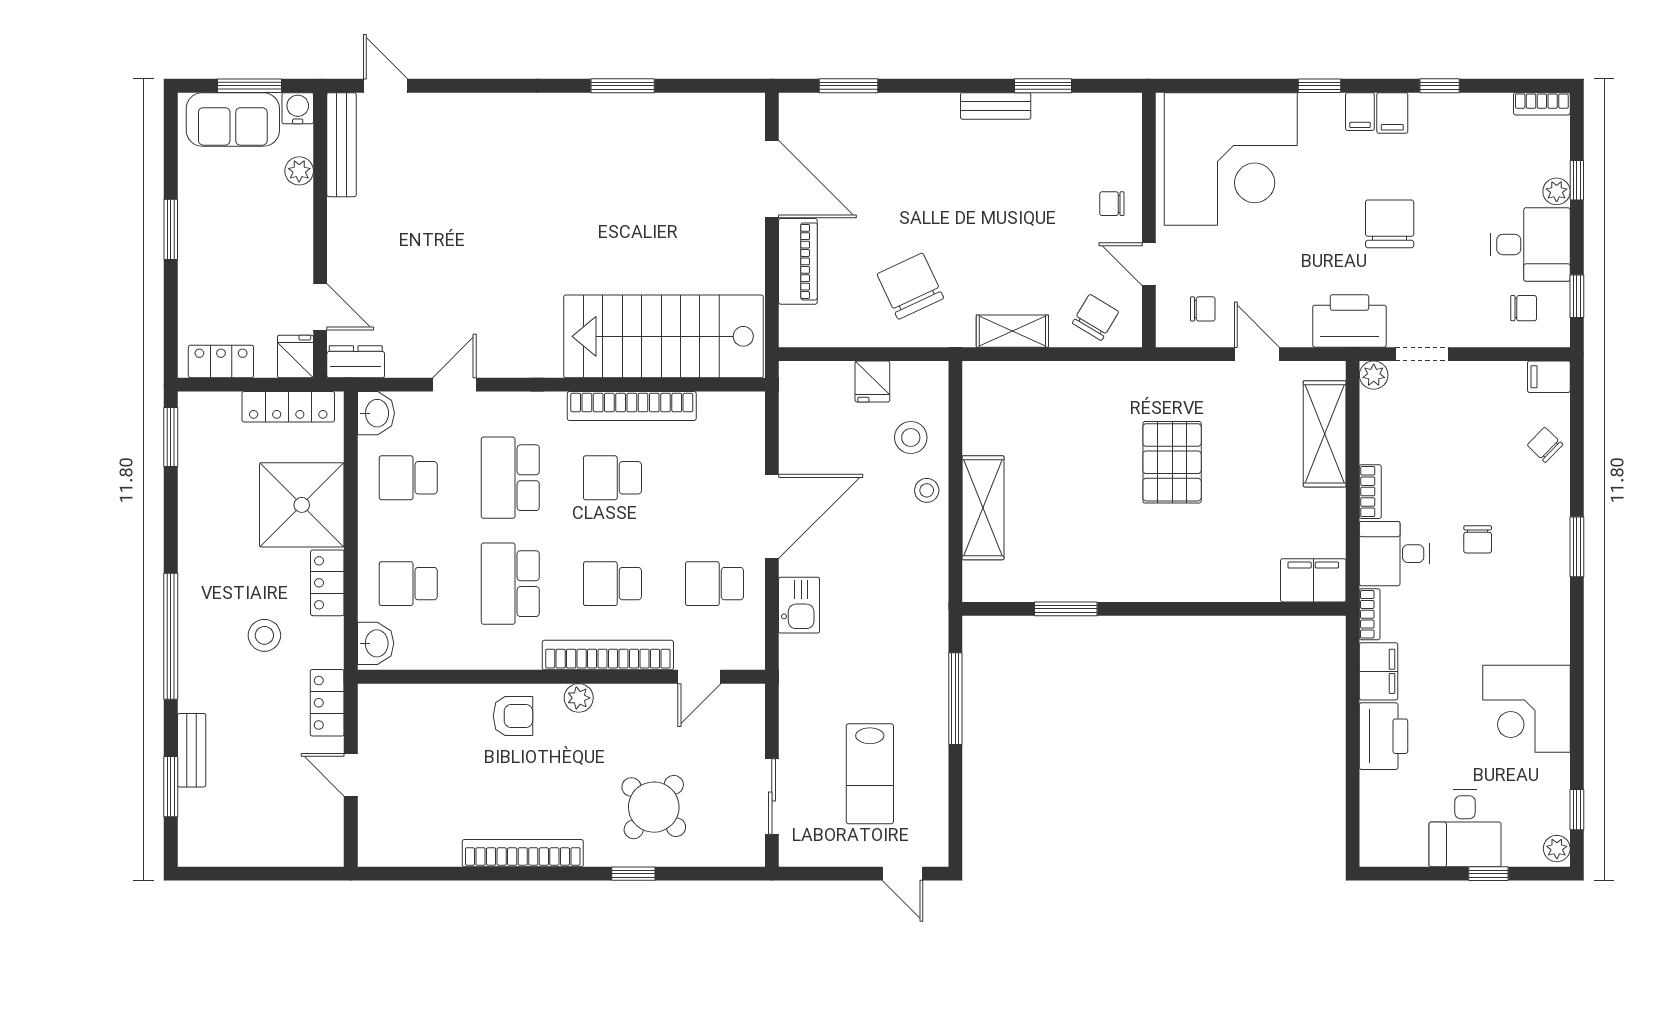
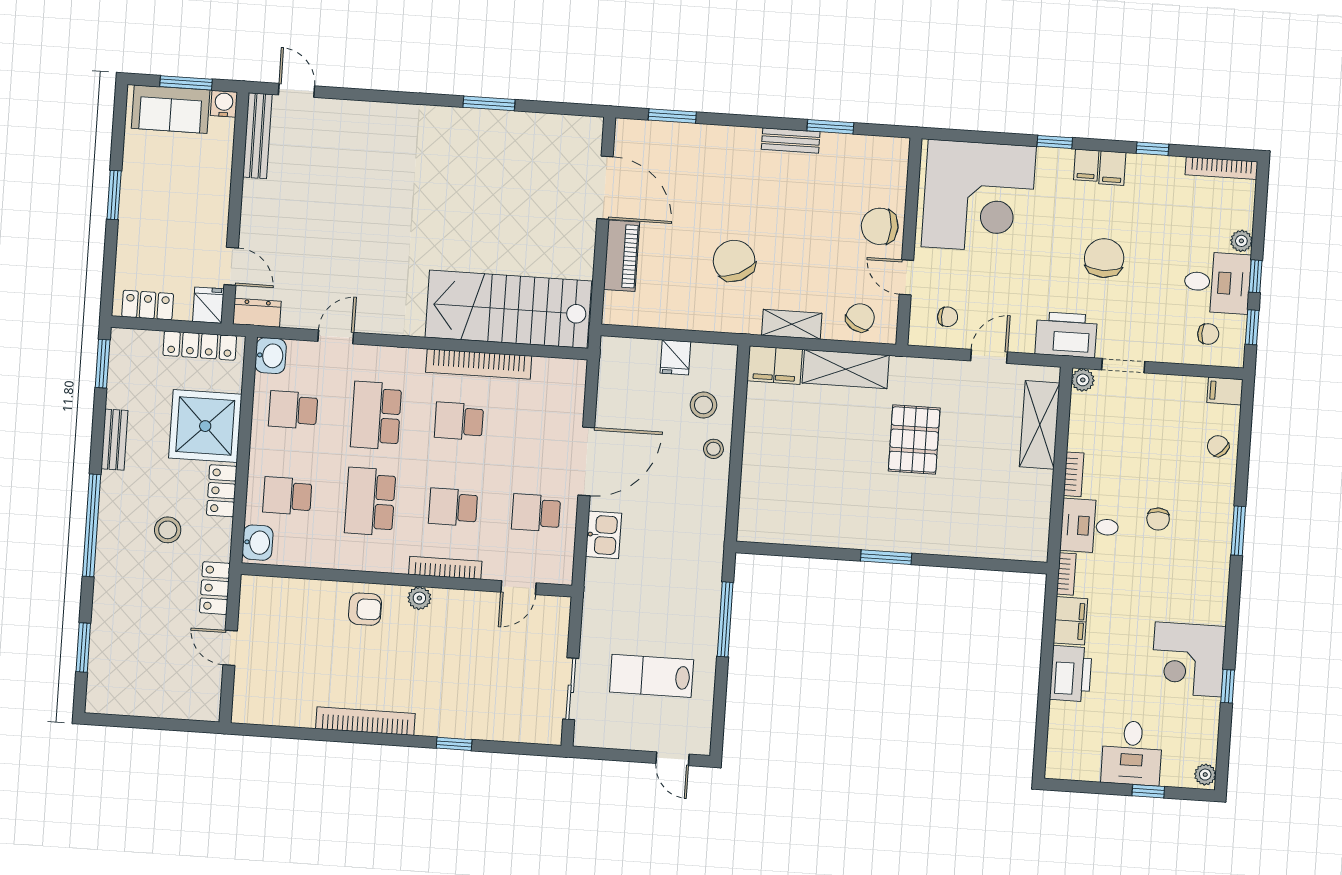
bookcase: (1542, 104) -> (1221, 168), width x1.56
plant: (299, 171) -> (222, 155), removed
window: (1577, 180) -> (1256, 276), moved
chair: (1112, 204) -> (880, 226), width x1.87, depth x1.87
chair: (910, 286) -> (734, 261), moved
door: (1257, 354) -> (989, 356), hinge flipped
shelving: (983, 508) -> (846, 369), moved, turned 90
filing cabinet: (1313, 580) -> (775, 365), moved, turned 180
window: (1066, 609) -> (886, 557), moved
bookcase: (608, 655) -> (445, 568), width x0.68, depth x0.76
bench: (192, 750) -> (114, 440), moved
lab bench: (870, 774) -> (652, 676), turned 90
round table: (654, 807) -> (474, 691), removed
window: (1577, 810) -> (1228, 686), moved

